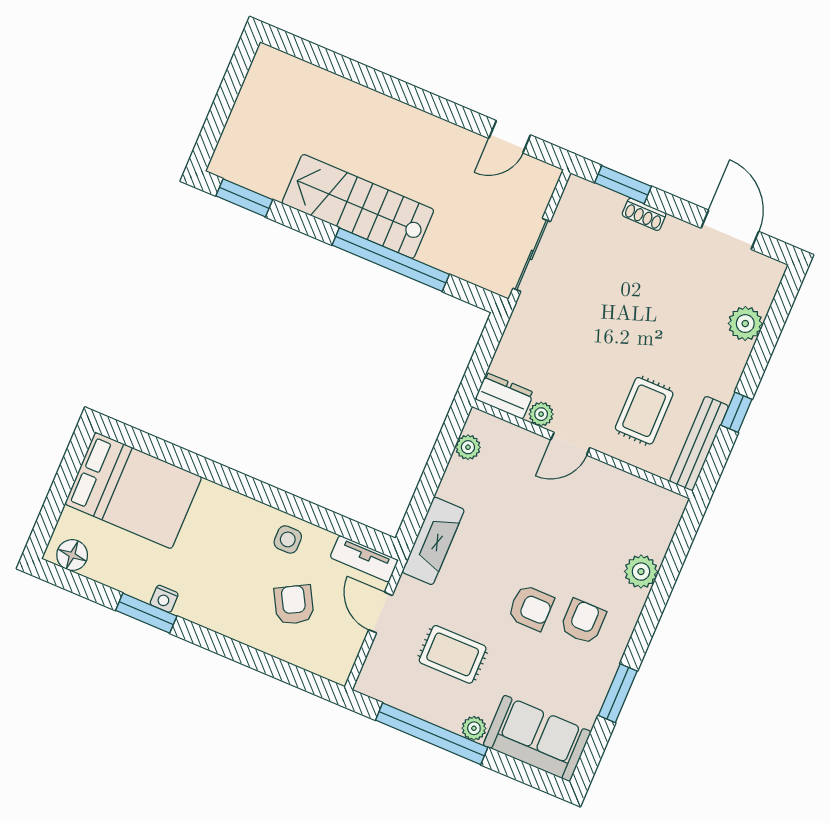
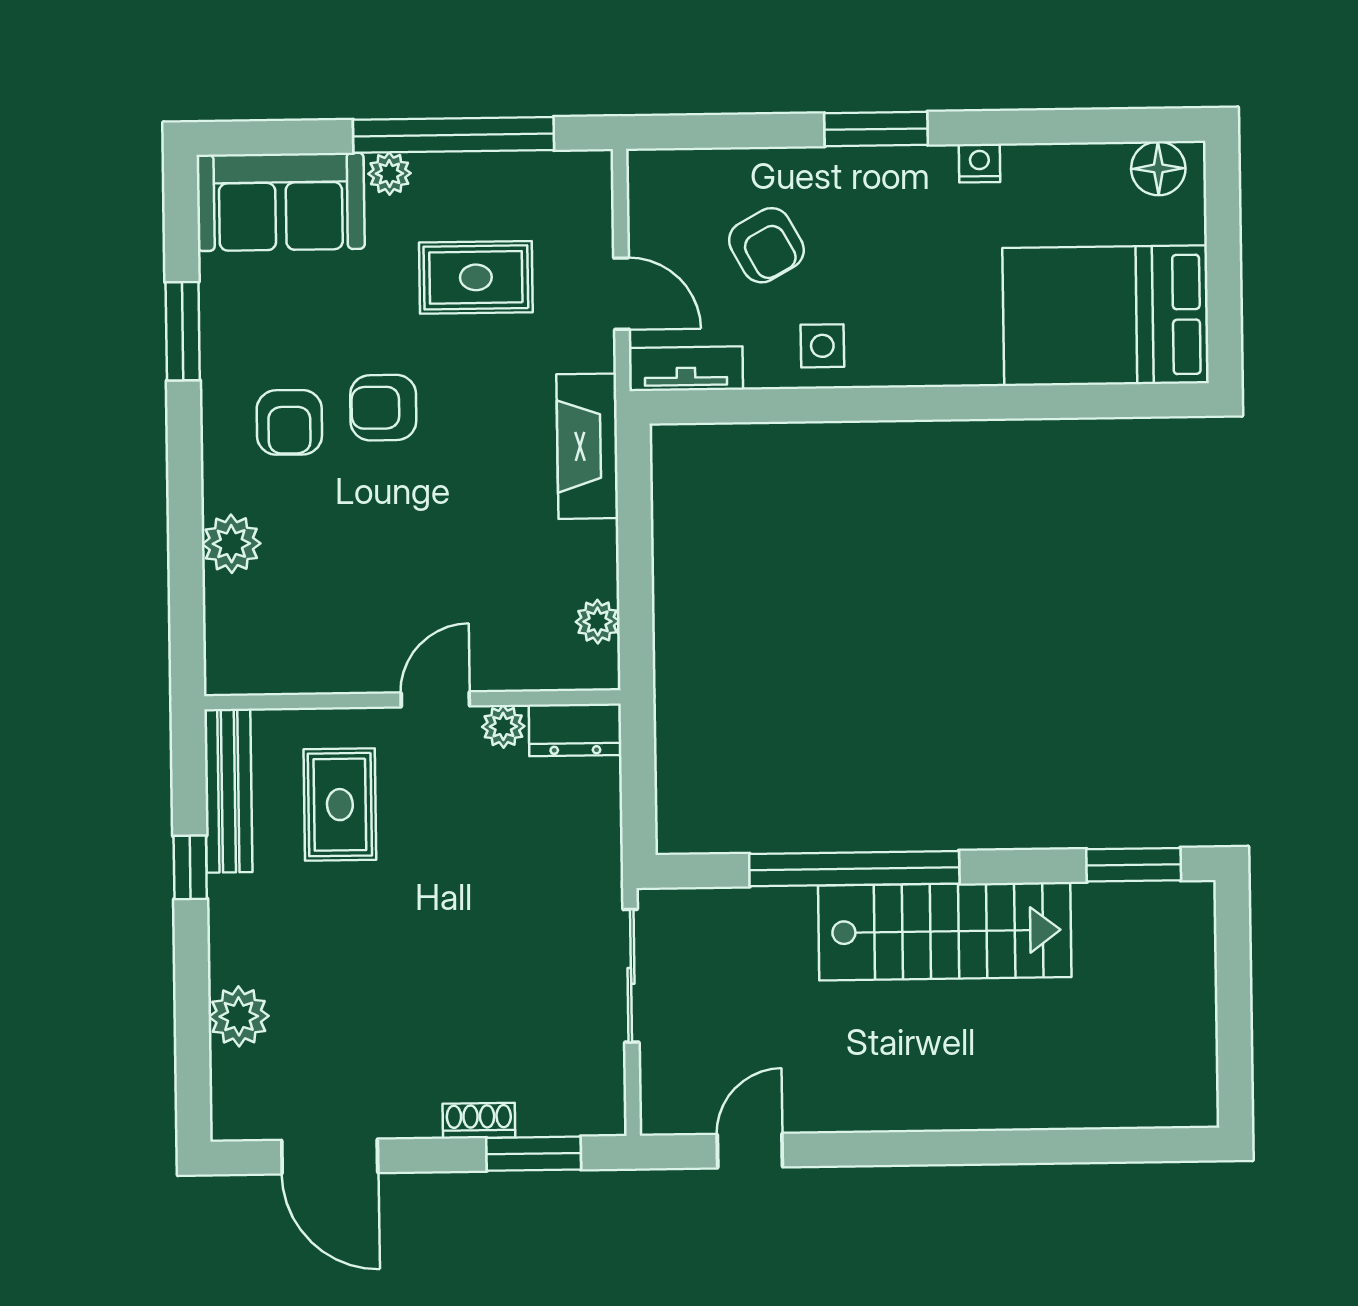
window: (146, 613) -> (876, 129), moved

